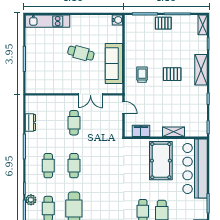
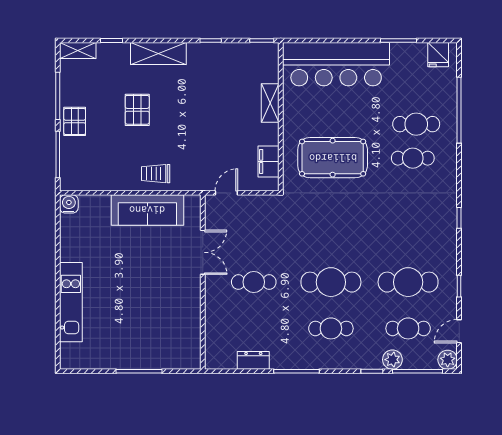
kitchen unit: (48, 21) -> (71, 302), moved
cafe table: (81, 53) -> (129, 270), removed
pallet: (172, 74) -> (137, 110), moved
trolley: (142, 75) -> (156, 174), moved
pool table: (161, 161) -> (333, 158), moved
cafe table: (74, 166) -> (331, 282), width x1.37, depth x1.35

